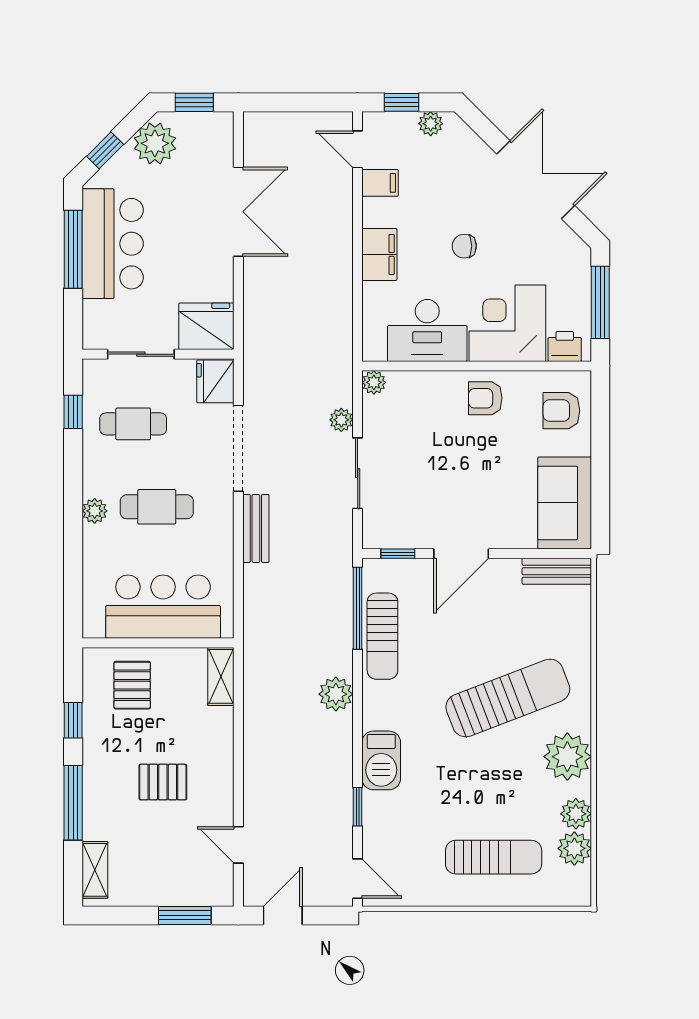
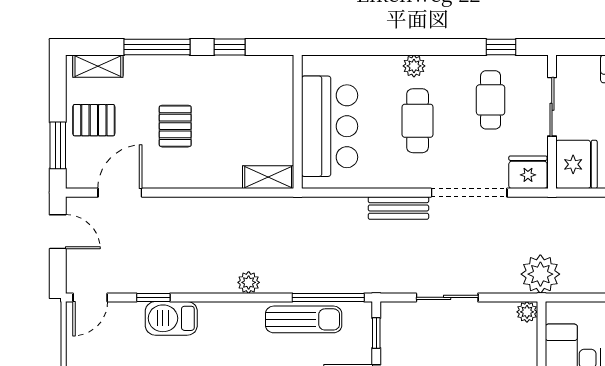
plant: (341, 420) -> (540, 274), moved, width x1.88, depth x1.88
sun lounger: (382, 636) -> (304, 319), turned 180
pallet: (132, 685) -> (94, 120), moved
plant: (336, 694) -> (249, 282), width x0.73, depth x0.73
barbecue: (381, 760) -> (171, 318), moved
door: (238, 845) -> (120, 193), width x1.37

